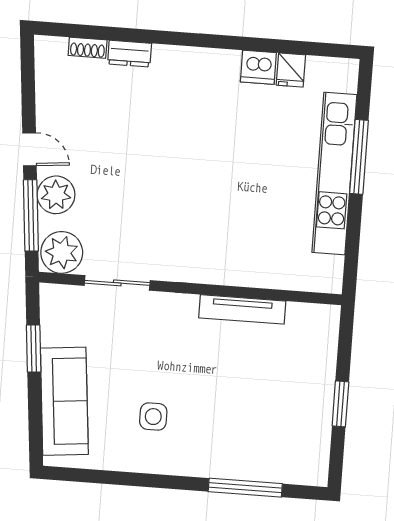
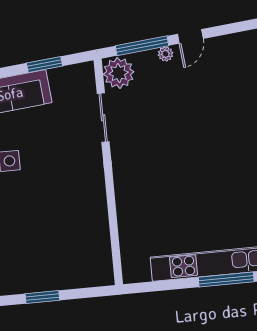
plant: (56, 195) -> (165, 54), width x0.53, depth x0.53
tv unit: (242, 309) -> (99, 213), removed

